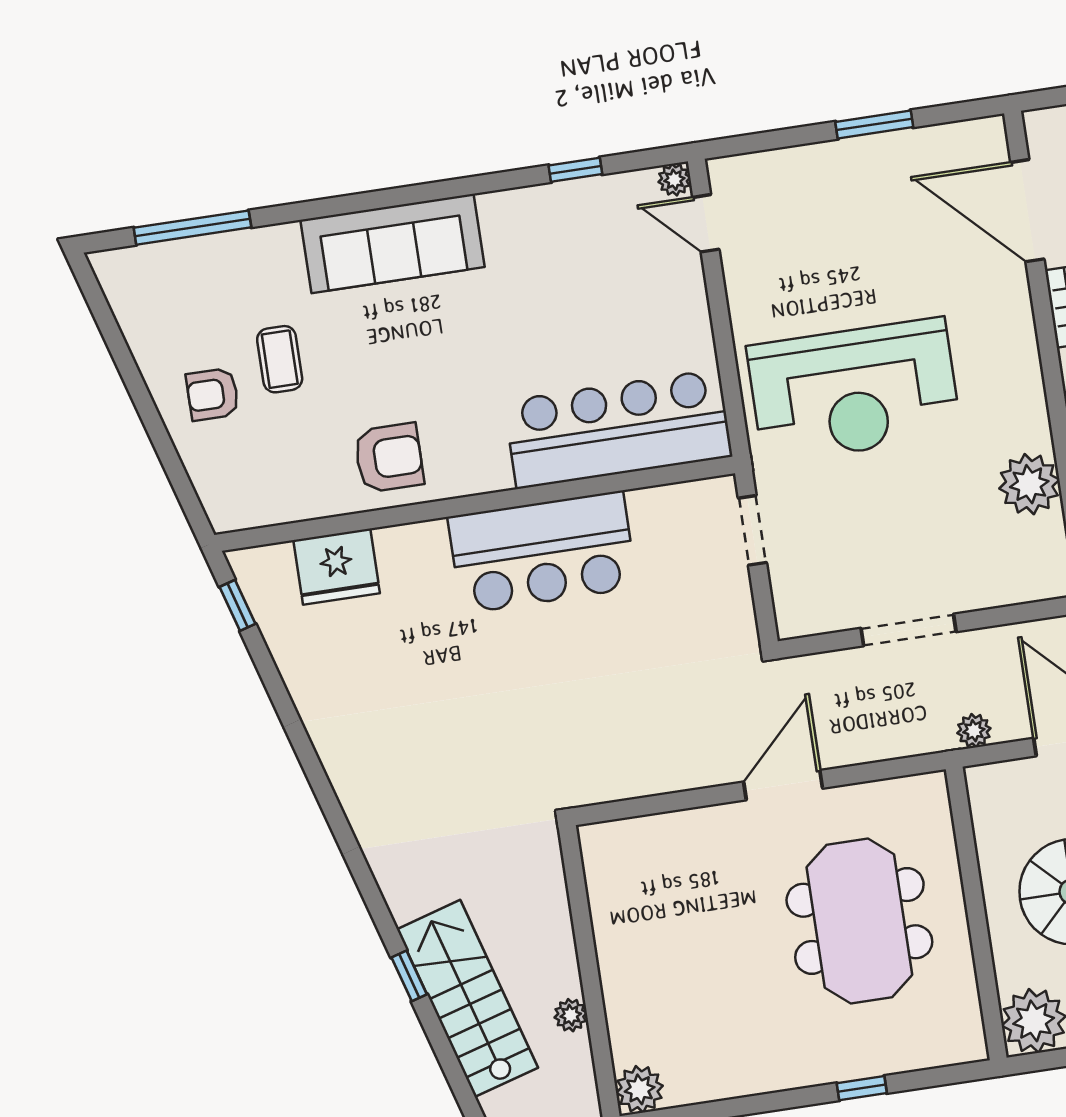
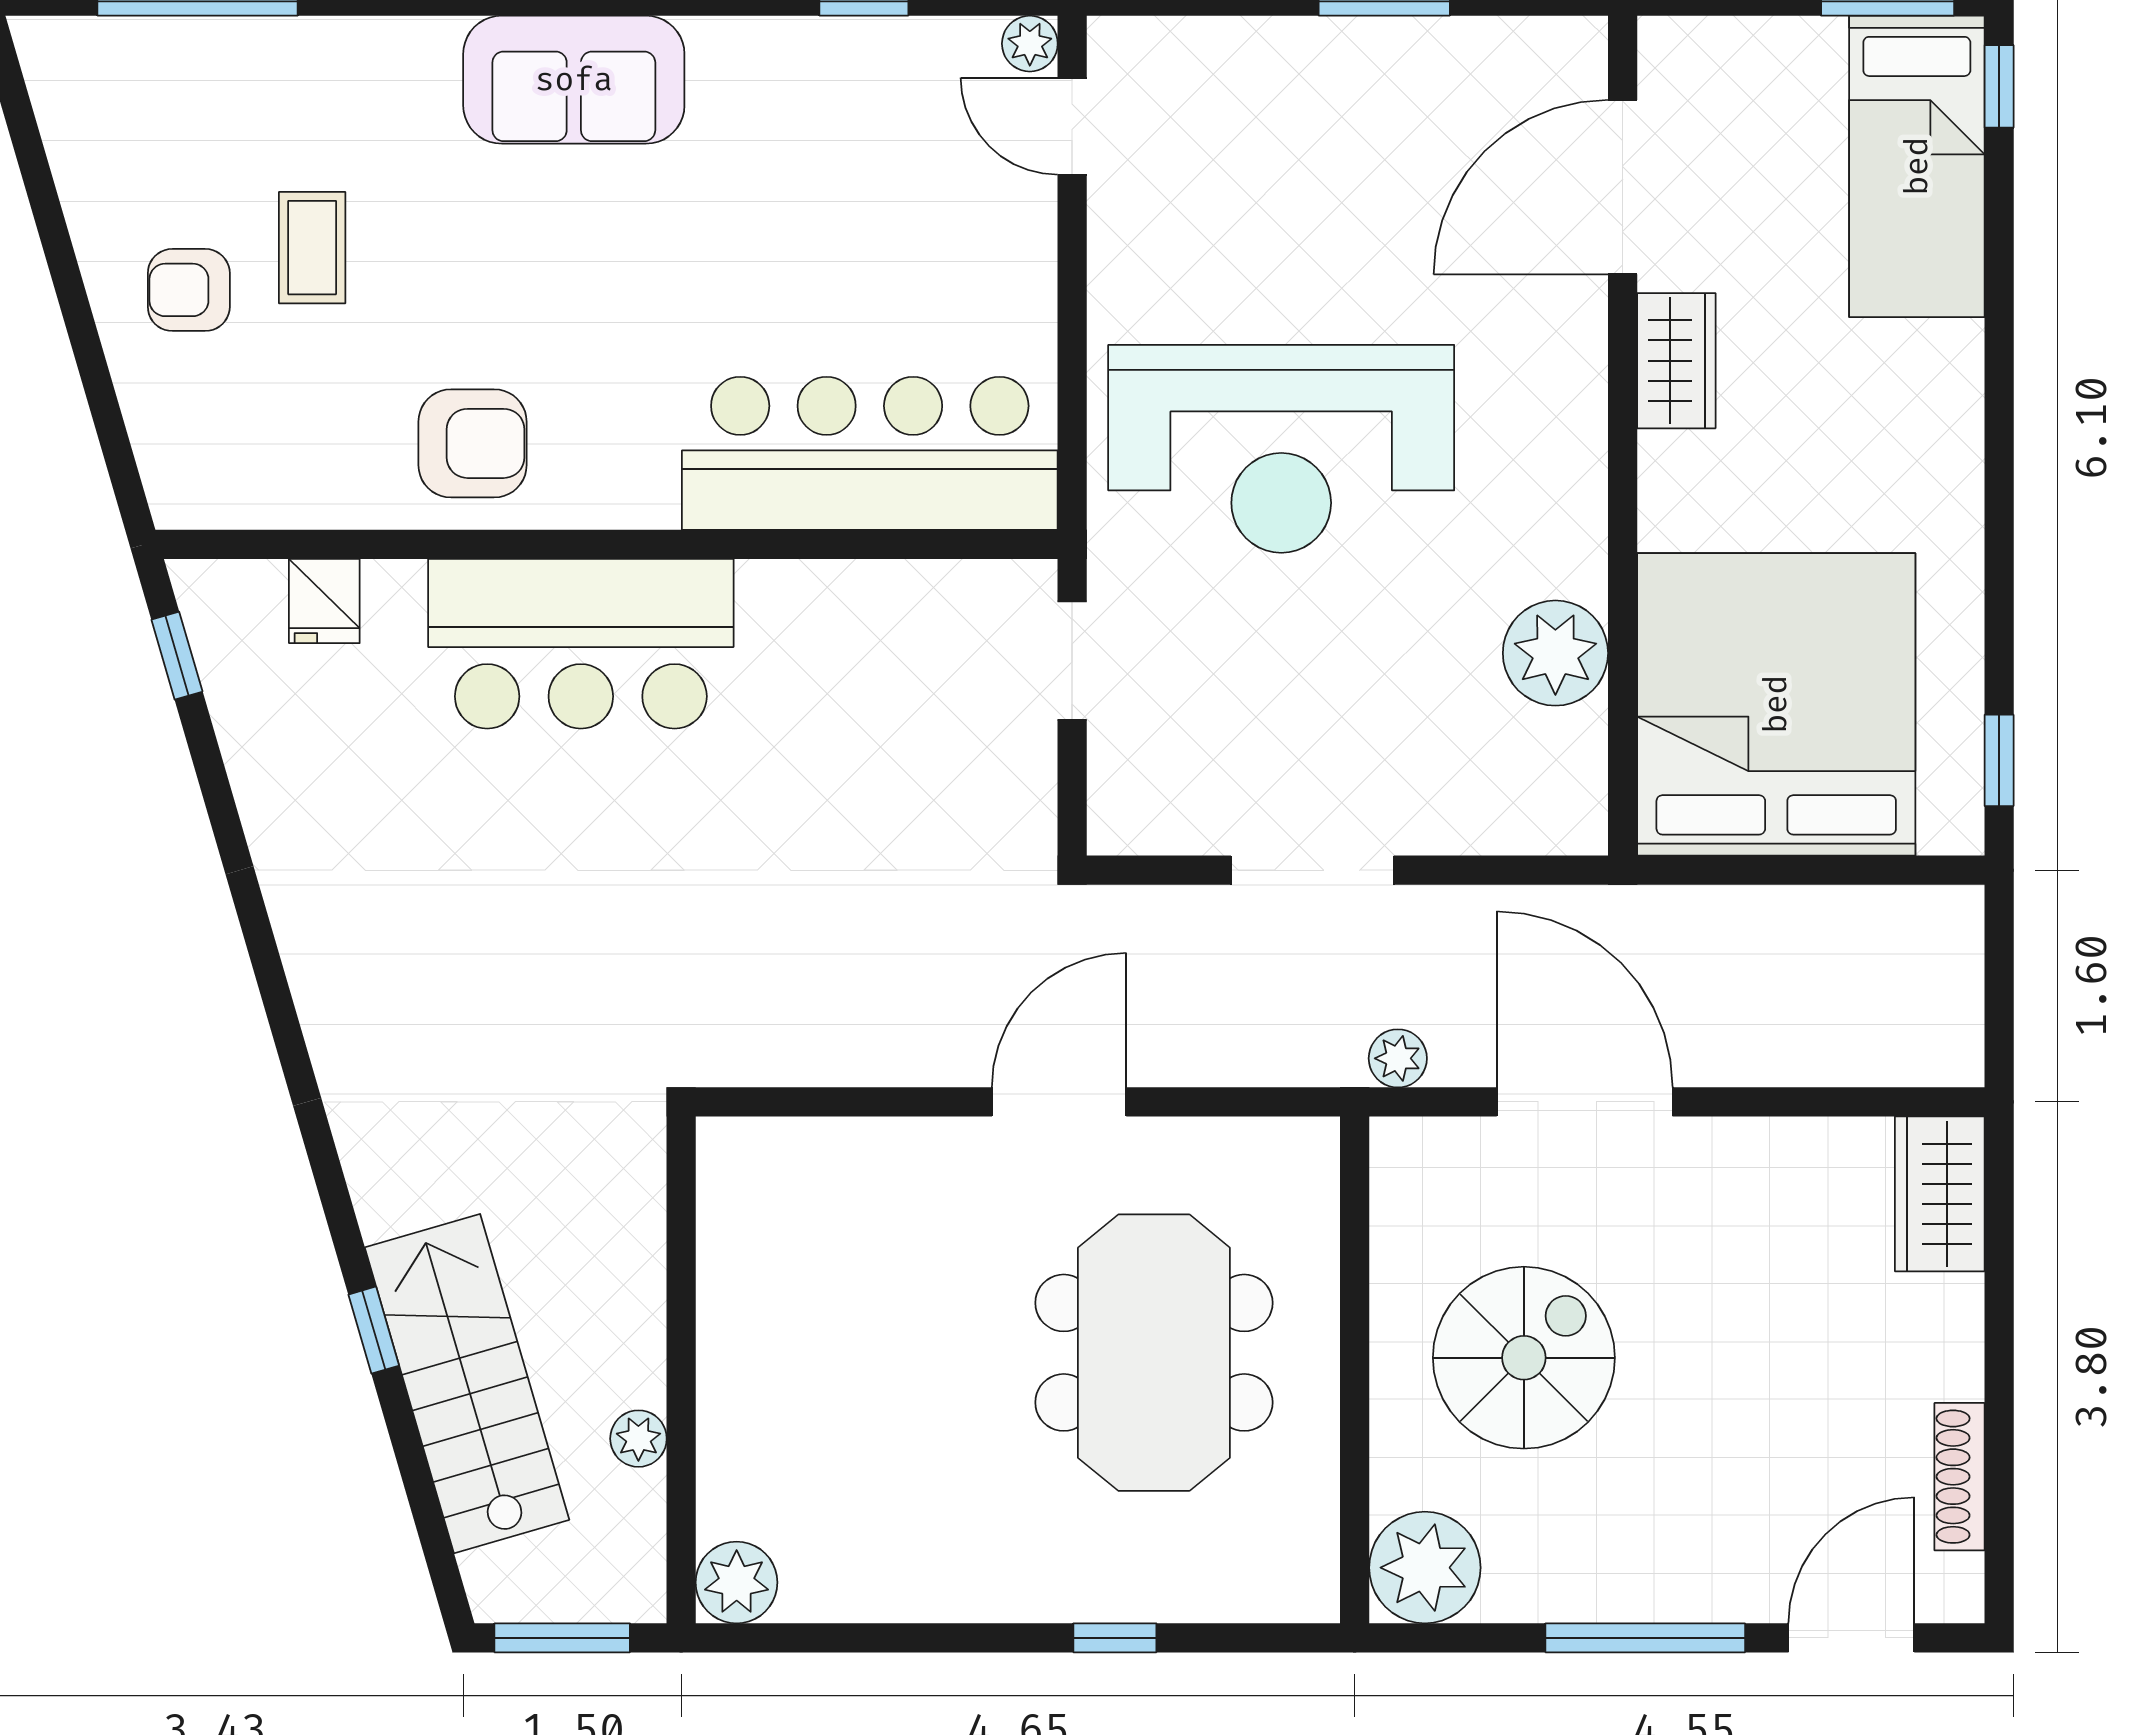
door: (1027, 211) -> (1623, 187), hinge flipped
sofa: (393, 243) -> (574, 80), width x0.73
bar counter: (542, 552) -> (581, 644), moved
fridge: (337, 567) -> (324, 601), width x0.53, depth x0.75

